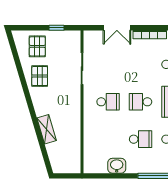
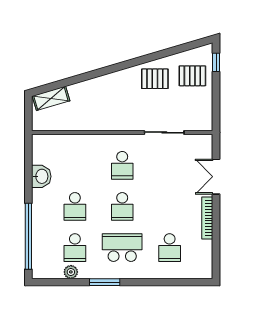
window: (57, 28) -> (216, 62), moved
school desk: (141, 102) -> (122, 206), turned 180
shelving: (47, 129) -> (51, 98), moved

